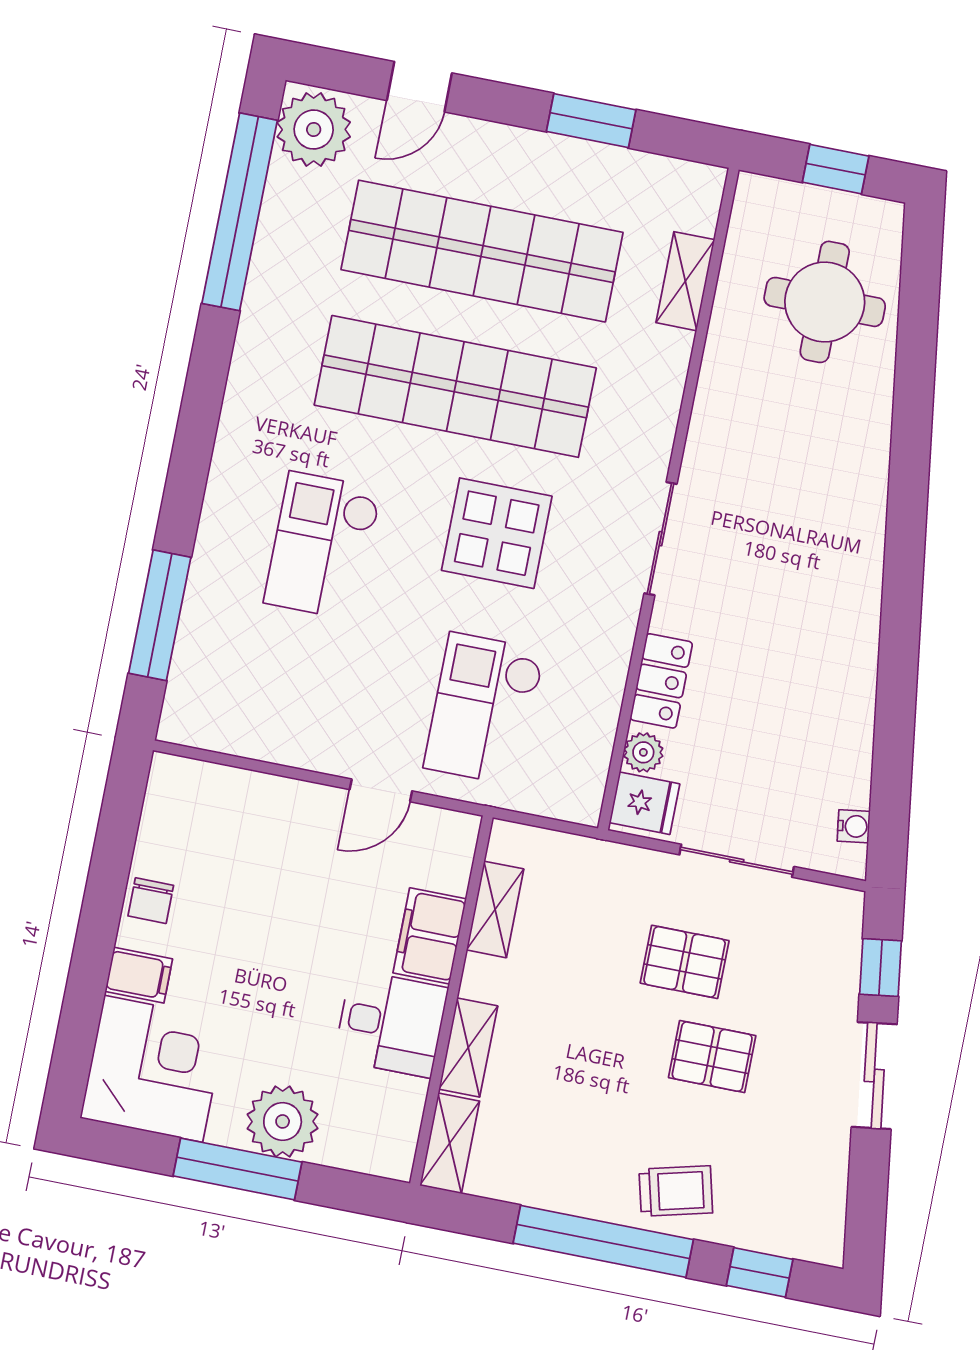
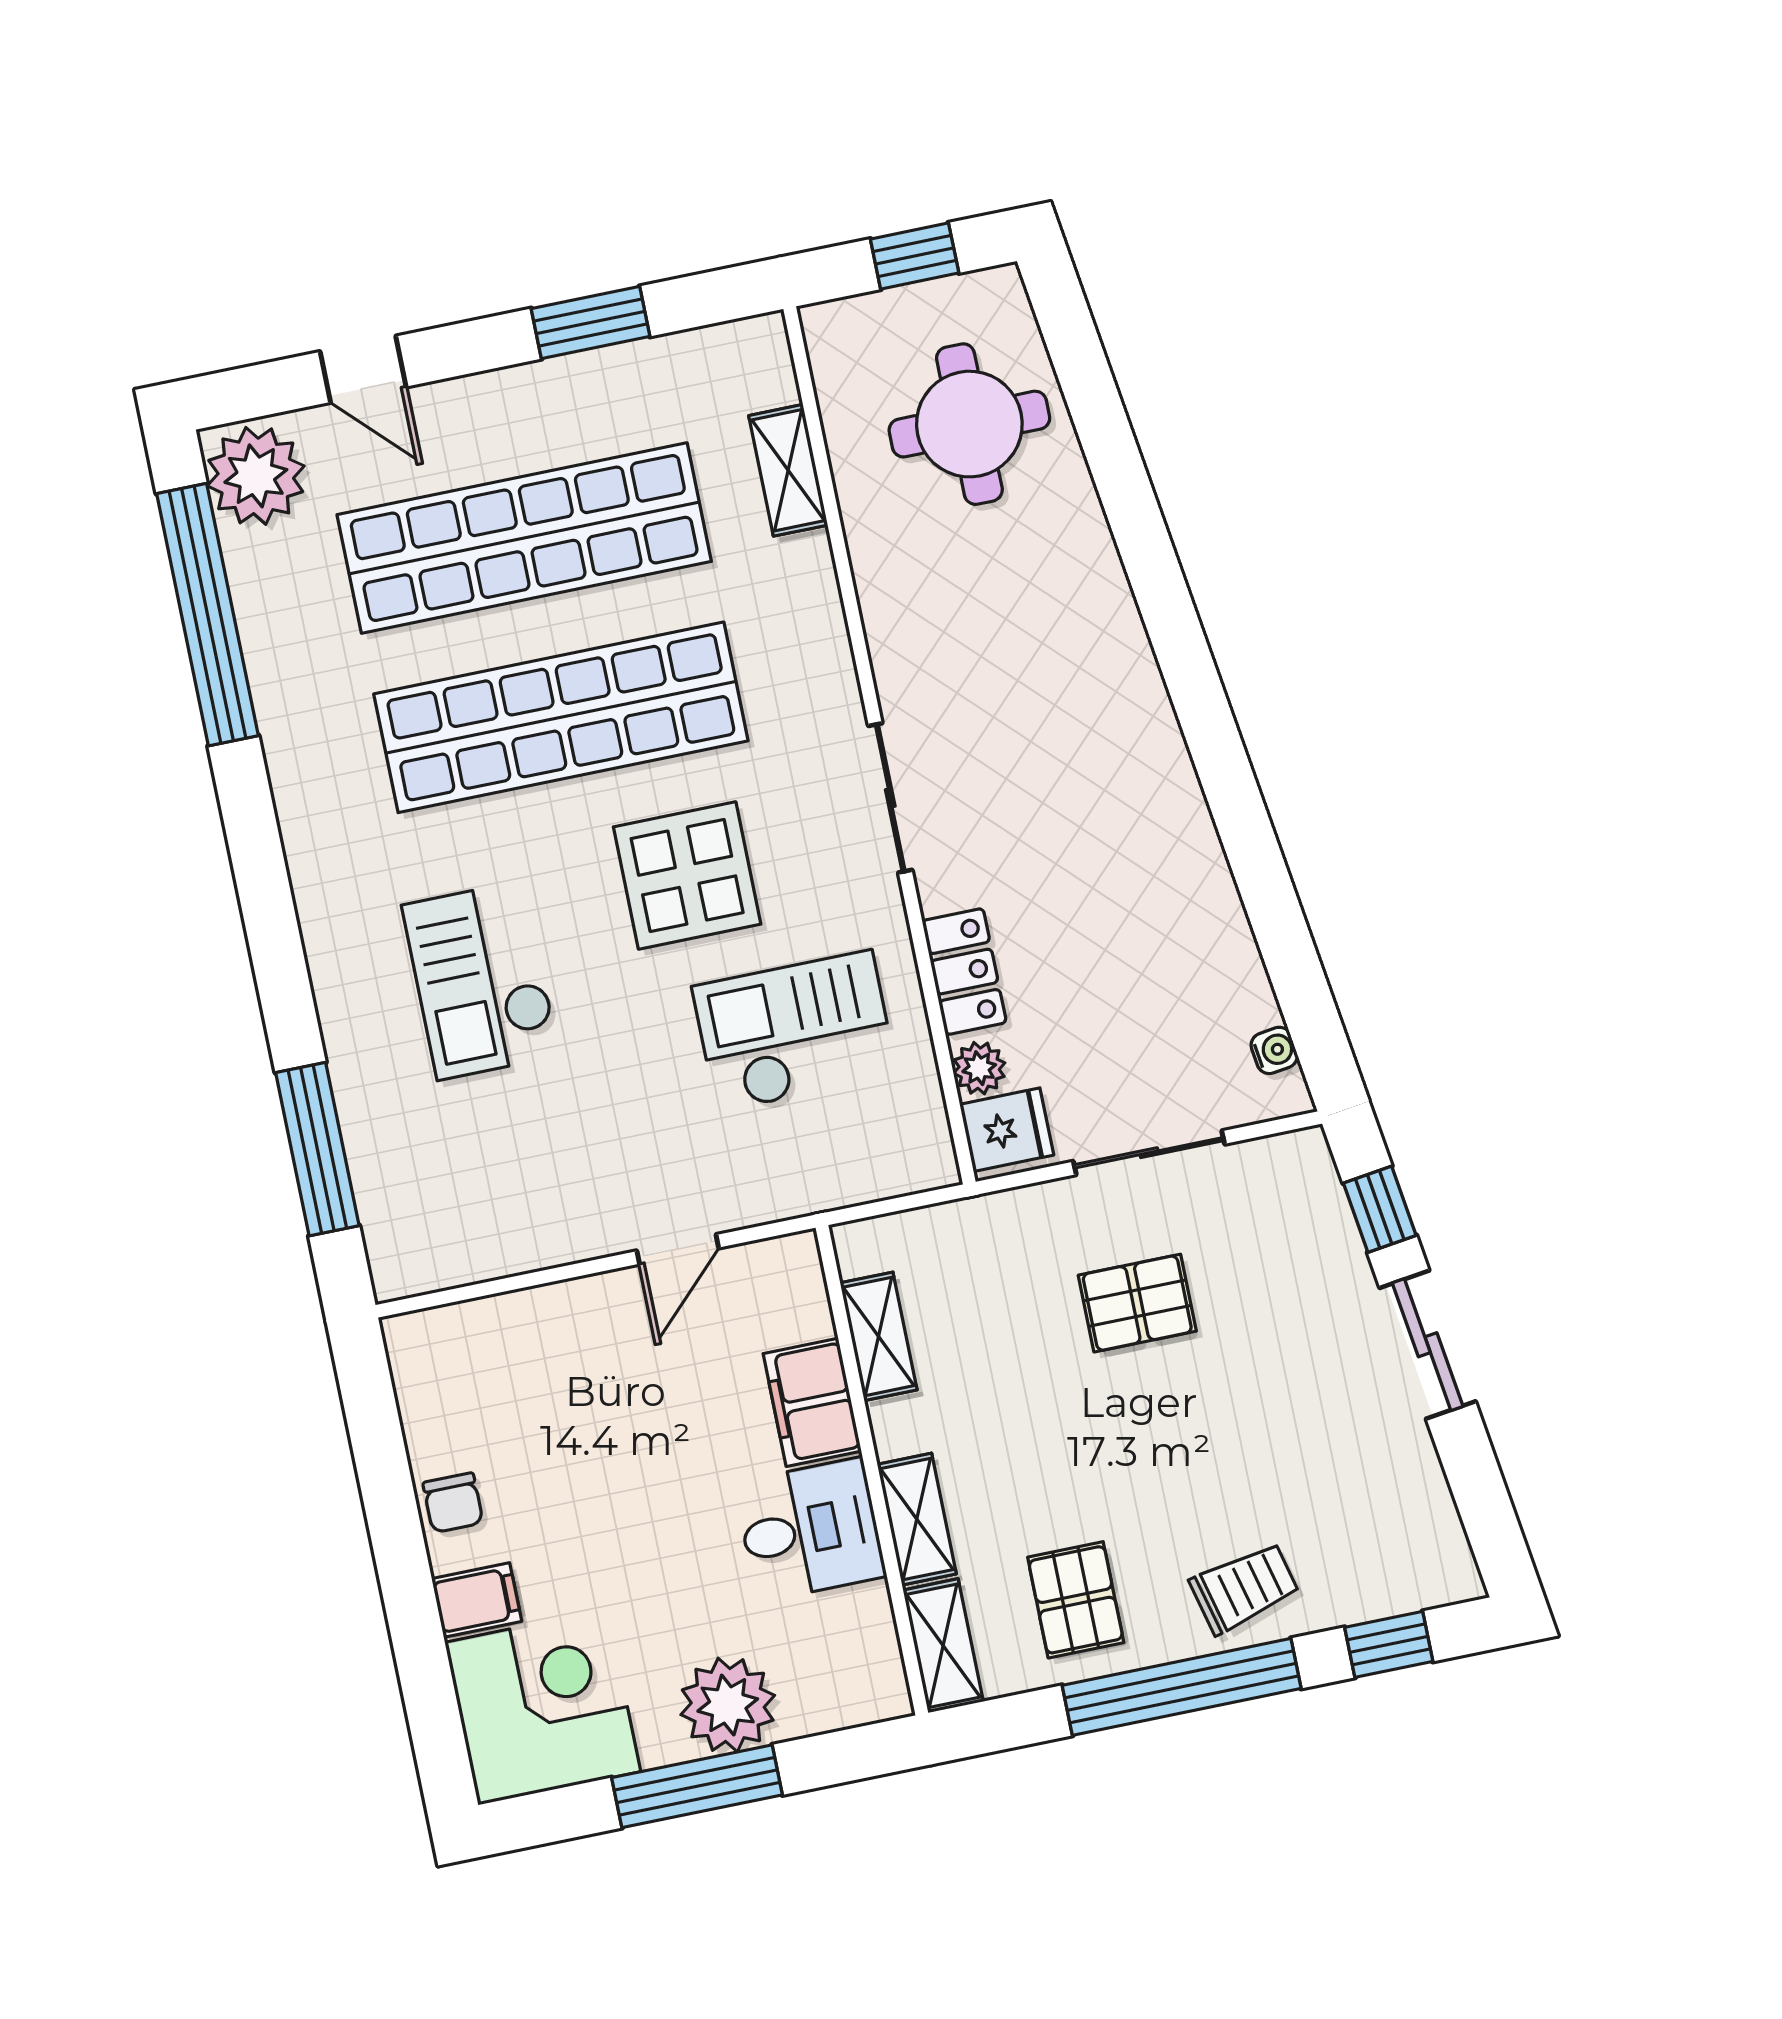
door: (419, 87) -> (363, 369), hinge flipped
checkout: (484, 709) -> (795, 1031), moved, turned 90
pallet: (712, 1057) -> (1076, 1600), moved, turned 90

